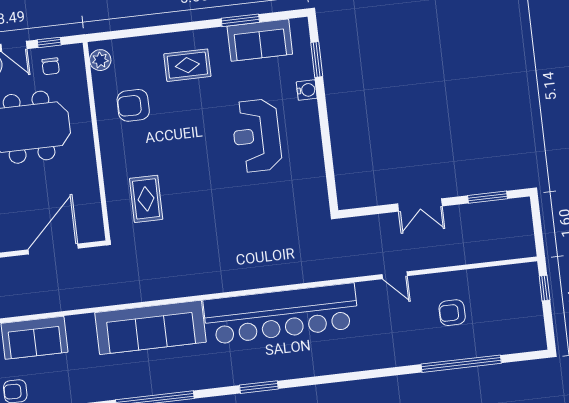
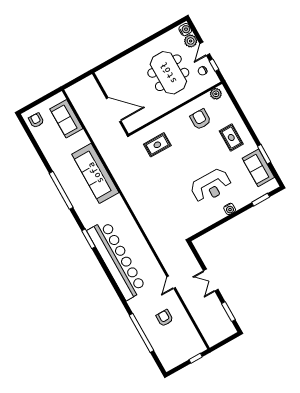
water cooler: (307, 90) -> (230, 209), moved
reception desk: (257, 136) -> (211, 186), turned 180
bar counter: (281, 314) -> (117, 260), moved, turned 180

